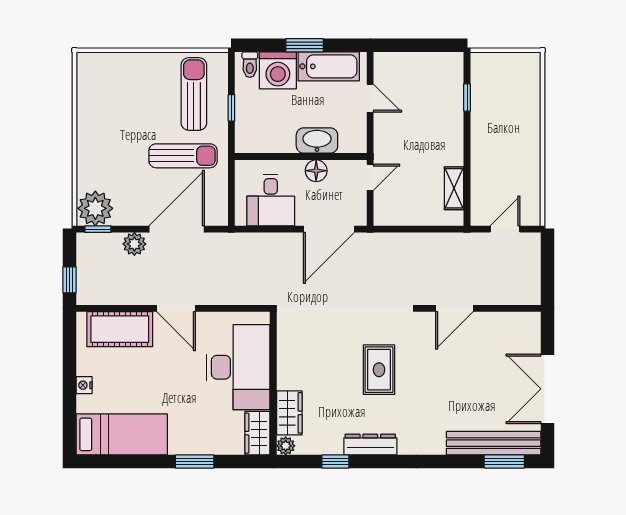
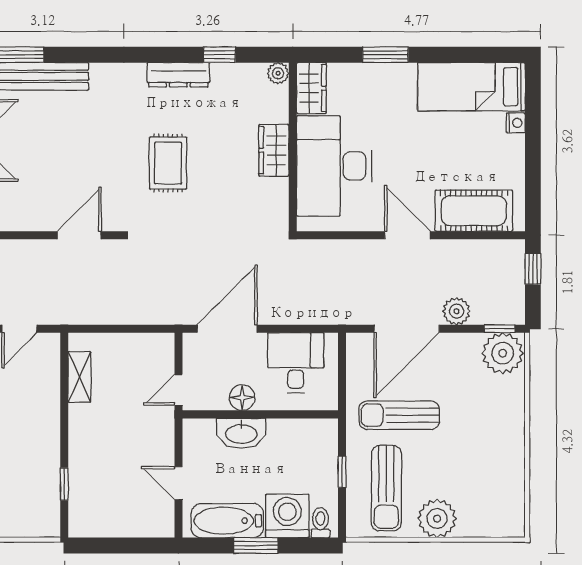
plant: (151, 68) -> (437, 519), added
nightstand: (84, 385) -> (516, 123), moved
wardrobe: (289, 413) -> (274, 150), moved

